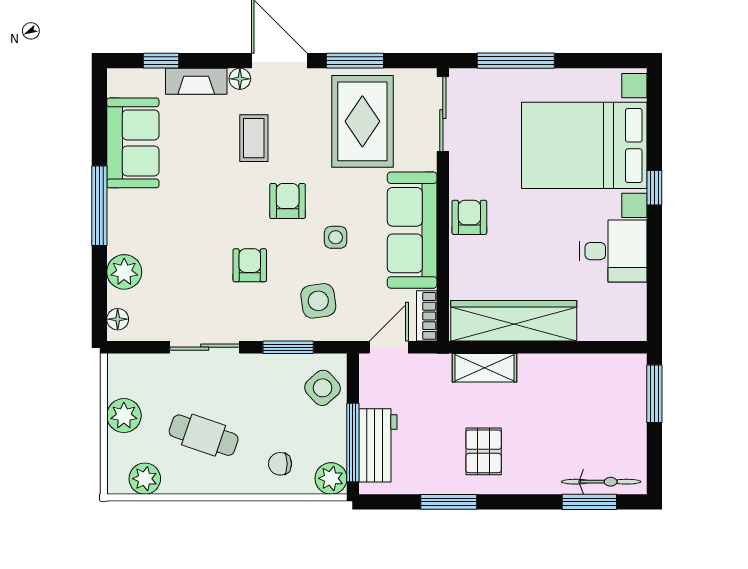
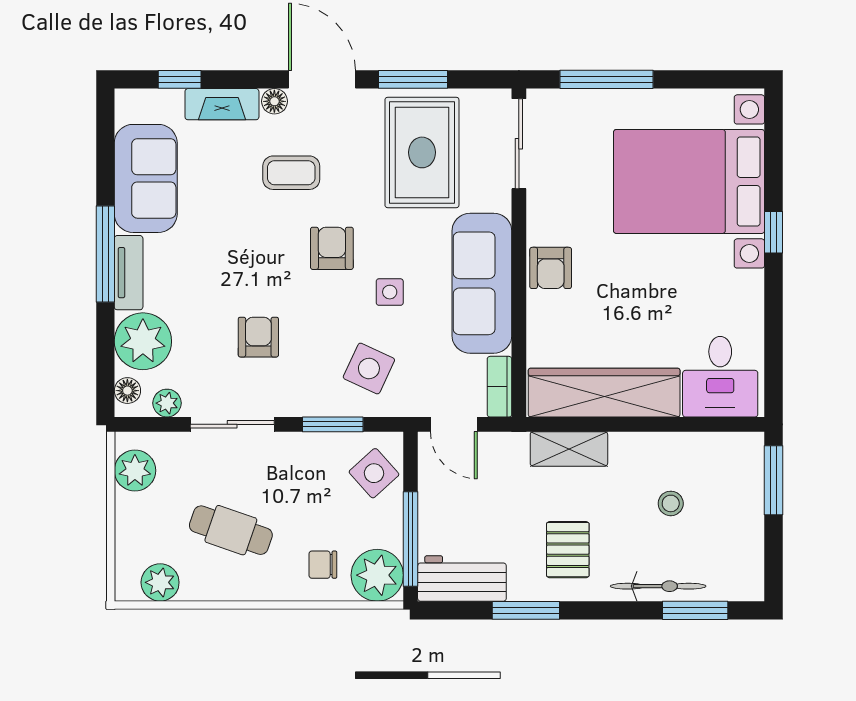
coffee table: (254, 138) -> (291, 173), turned 90
armchair: (469, 217) -> (551, 268), turned 180
tv unit: (119, 221) -> (129, 273), added
desk: (613, 251) -> (720, 377), moved, turned 90
armchair: (250, 265) -> (258, 337), moved
plant: (124, 272) -> (143, 341), width x1.36, depth x1.36
side table: (318, 301) -> (369, 369), turned 33
plant: (151, 330) -> (167, 403), added
door: (389, 347) -> (454, 424), swing flipped
stool: (569, 413) -> (671, 503), added
plant: (124, 416) -> (135, 471), moved
workbench: (378, 445) -> (462, 578), moved, turned -90
plant: (331, 478) -> (377, 575), width x1.36, depth x1.36
bicycle: (601, 482) -> (658, 586), moved

